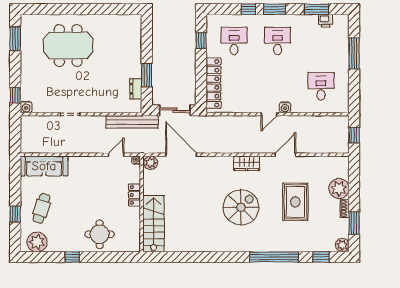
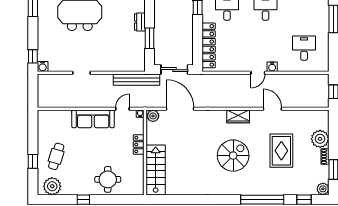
dresser: (136, 89) -> (140, 22), moved
door: (285, 155) -> (272, 109), hinge flipped
sofa: (44, 166) -> (93, 119), moved

